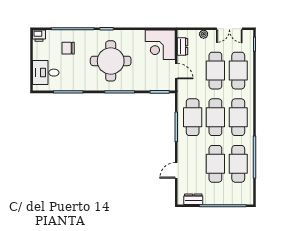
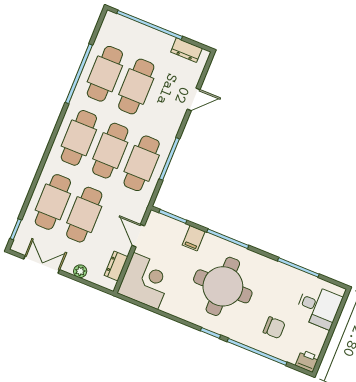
filing cabinet: (141, 84) -> (194, 238), added

